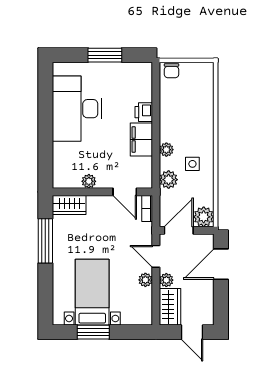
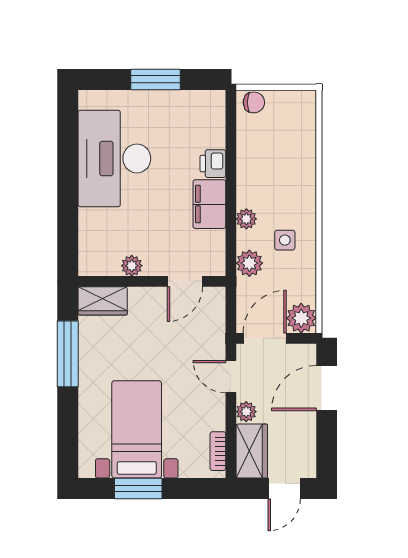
chair: (172, 71) -> (254, 102), turned -90
door: (125, 192) -> (185, 281), hinge flipped
bookcase: (147, 209) -> (218, 451), moved
plant: (145, 280) -> (215, 411), removed
door: (192, 332) -> (284, 489), hinge flipped

